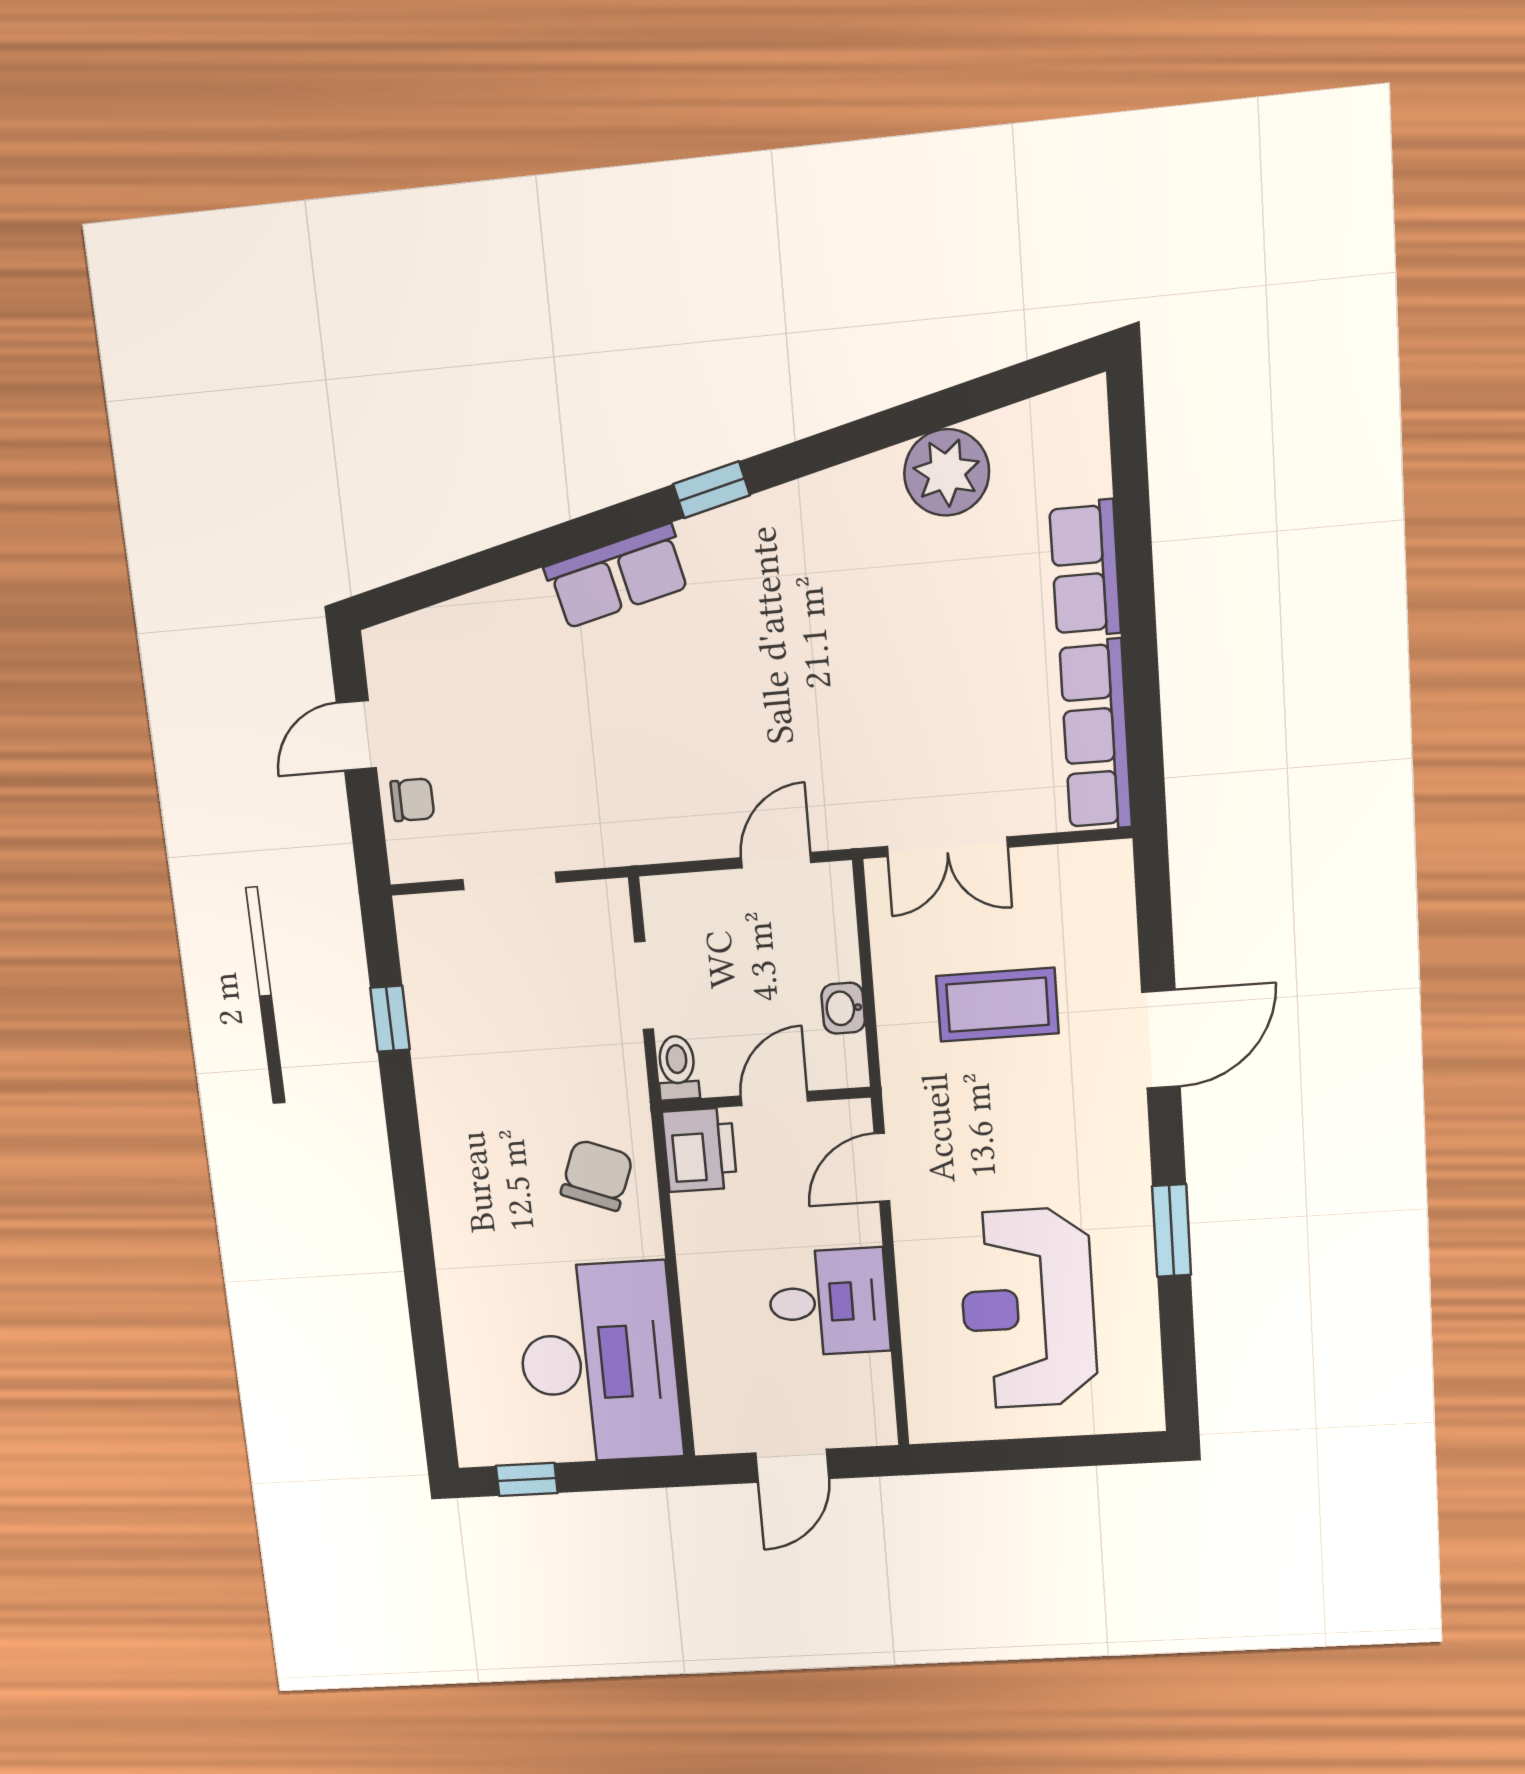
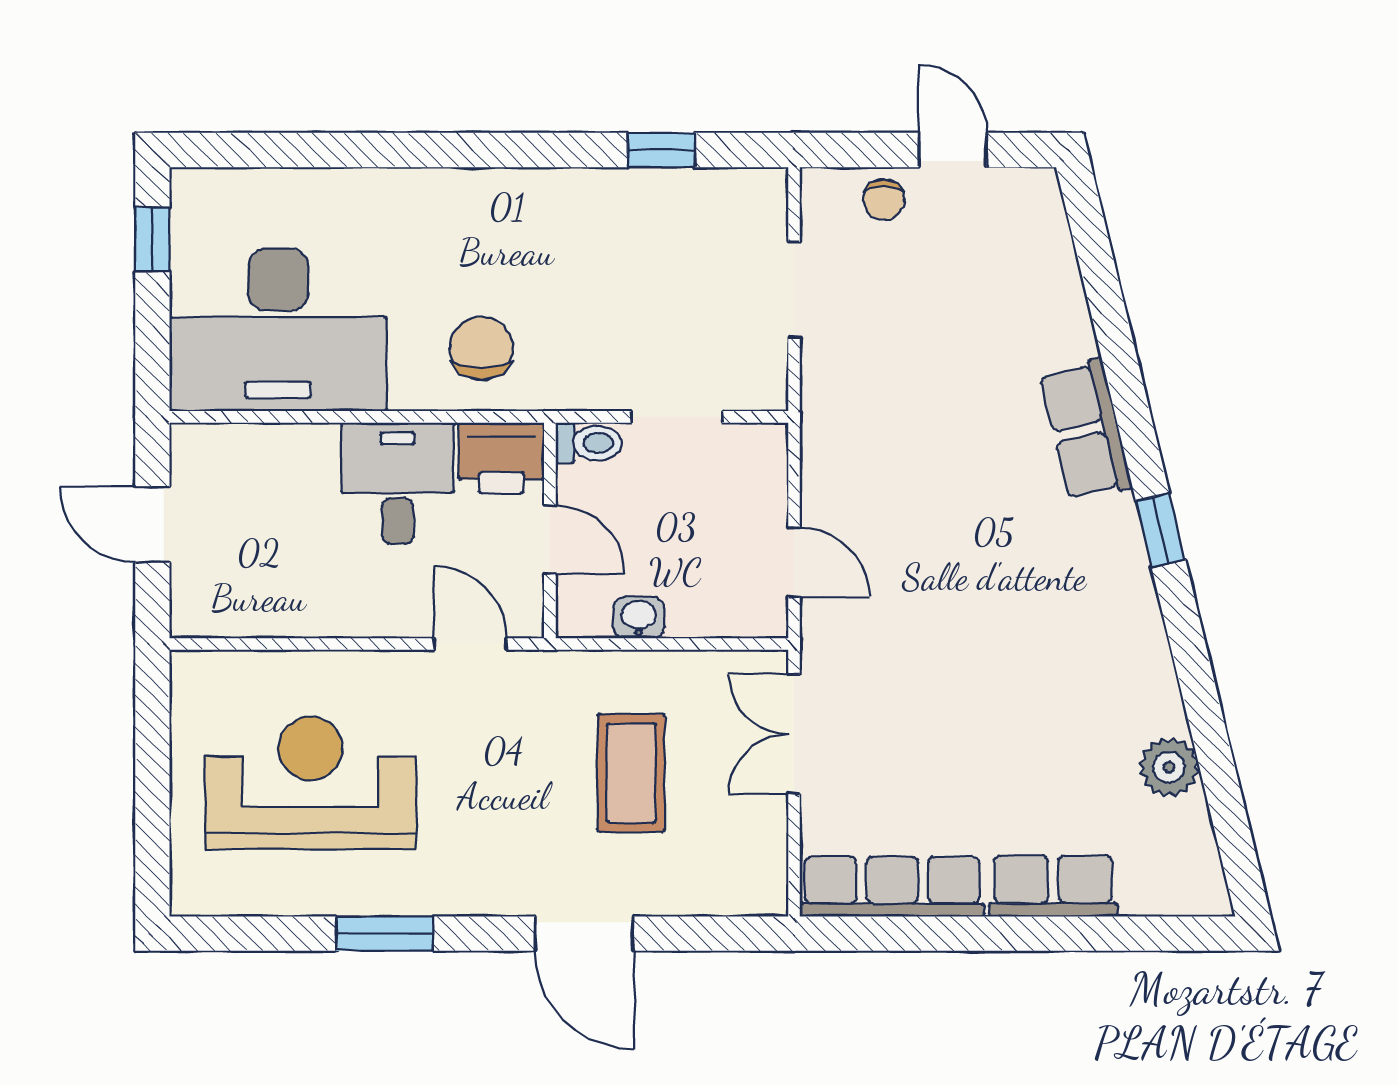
plant: (947, 472) -> (1169, 767), width x0.73, depth x0.73
chair: (597, 1175) -> (481, 348), turned -111
desk: (829, 1302) -> (398, 483), moved, turned 180

